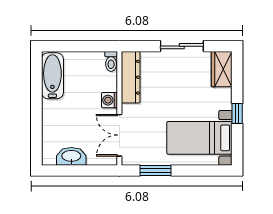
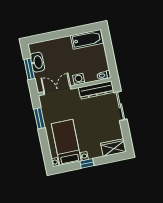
sliding door: (182, 46) -> (120, 106), moved
window: (79, 171) -> (29, 69), added

